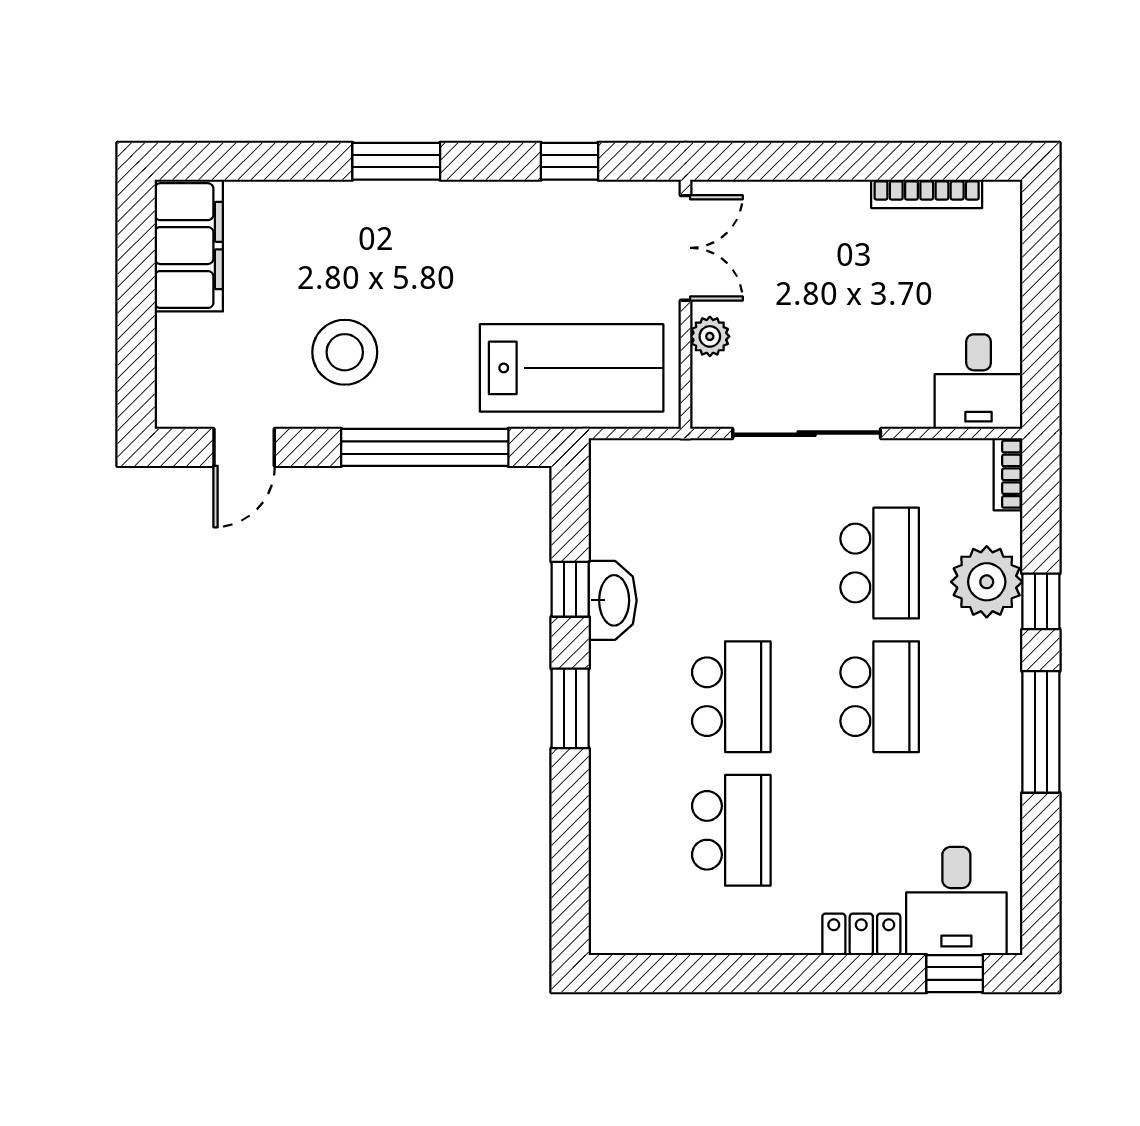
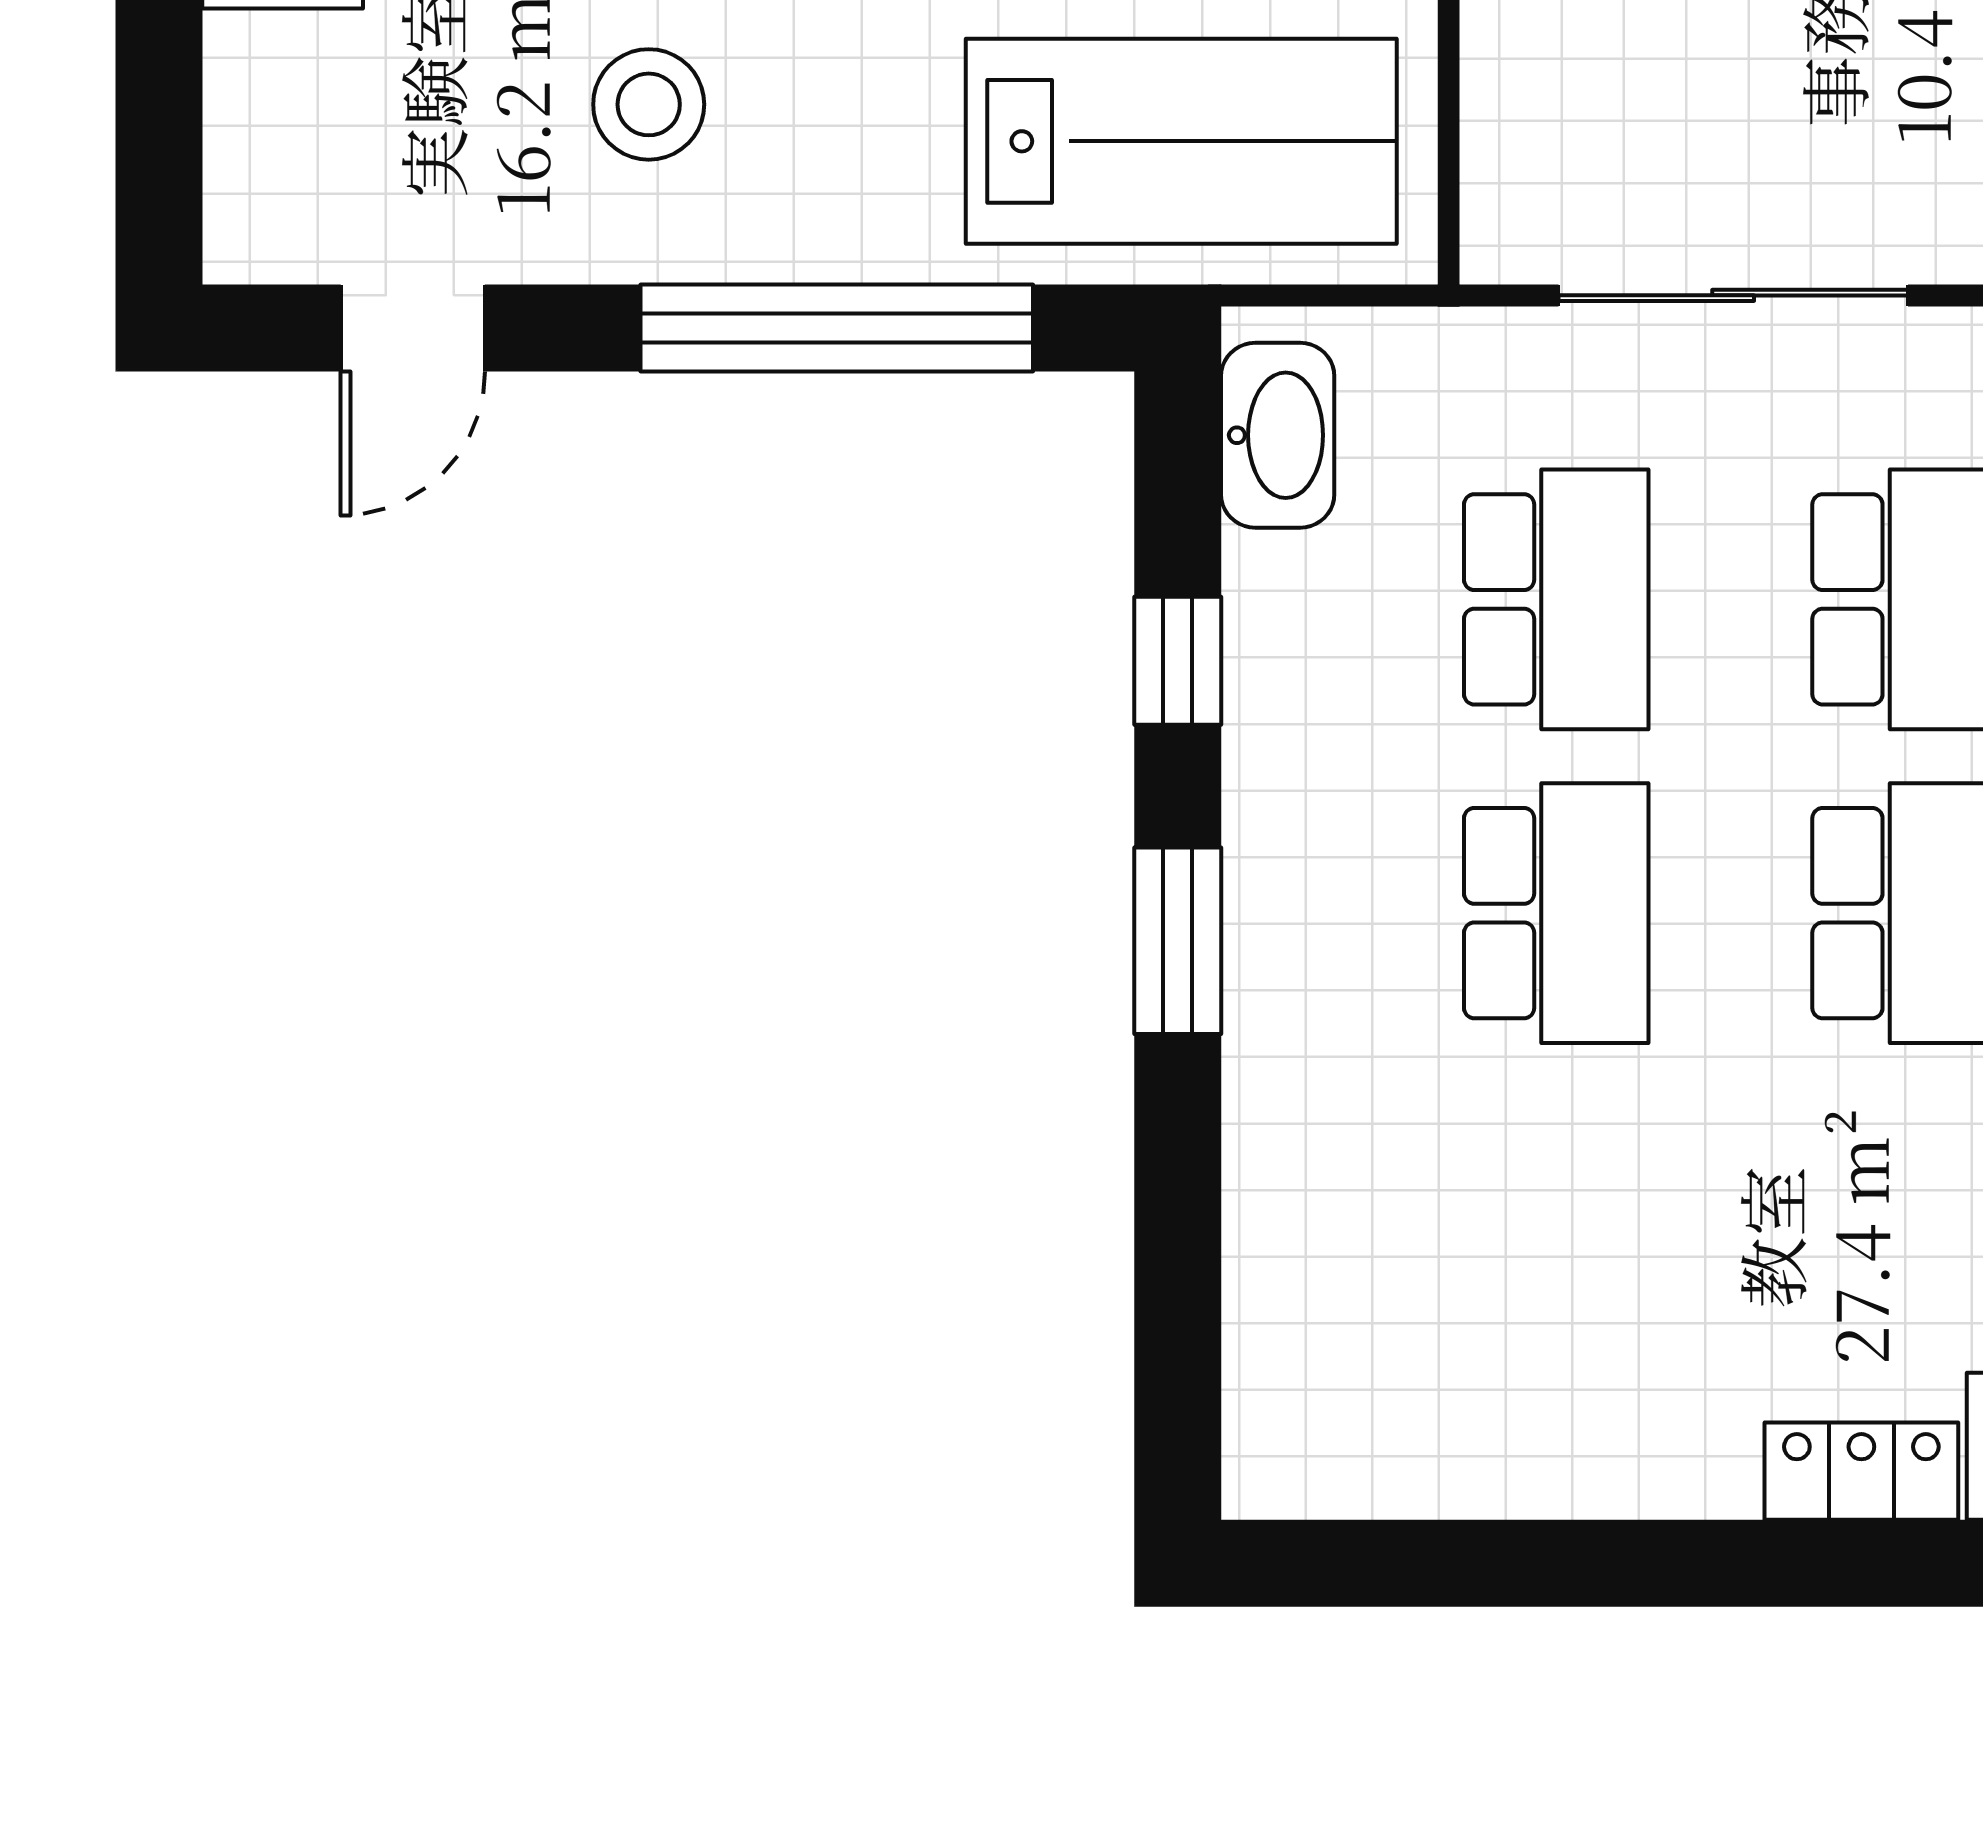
plant: (710, 336) -> (1506, 67), removed
stool: (345, 352) -> (649, 104), width x0.73, depth x0.73
washbasin: (613, 600) -> (1278, 435), moved
school desk: (731, 830) -> (1556, 599), moved

